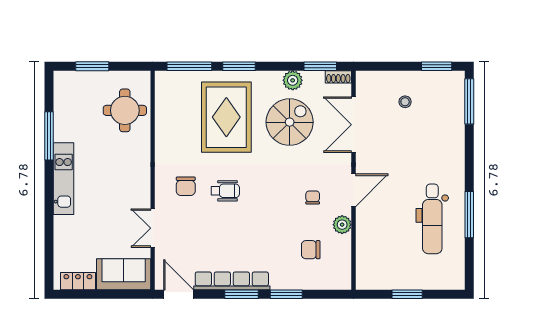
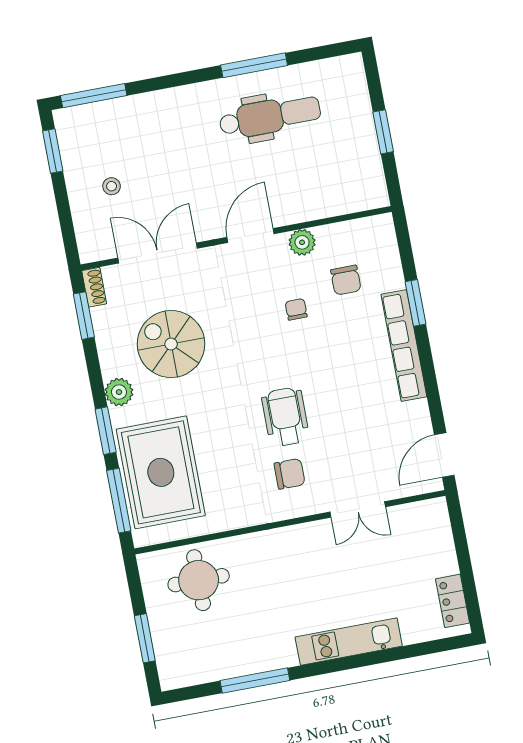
plant: (293, 80) -> (119, 392), moved
rug: (226, 117) -> (161, 472), moved, turned 90
double door: (353, 125) -> (158, 253), swing flipped
kitchen unit: (64, 179) -> (349, 642), moved
door: (353, 190) -> (251, 236), hinge flipped
wheelchair: (225, 191) -> (285, 417), width x1.36, depth x1.37
chair: (313, 198) -> (296, 309), moved, turned 90
sofa: (124, 274) -> (431, 538), removed
row of seats: (232, 281) -> (404, 346), moved
window: (241, 294) -> (427, 366), removed

